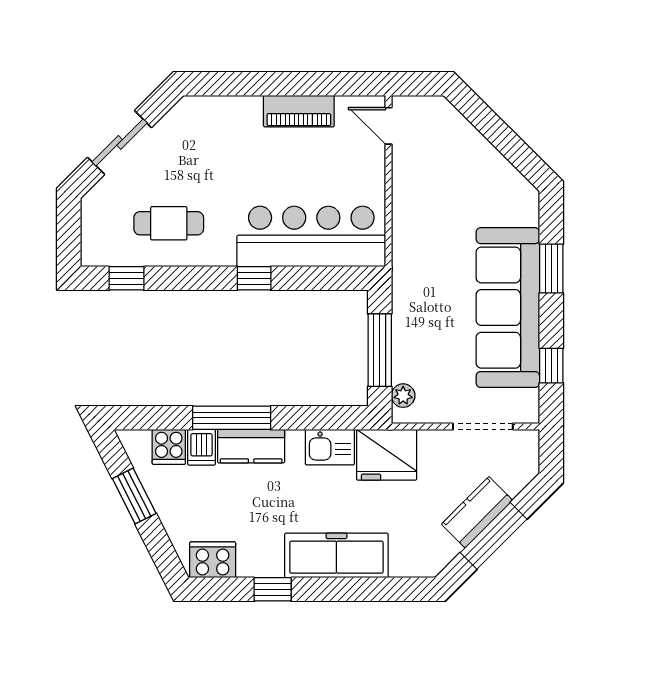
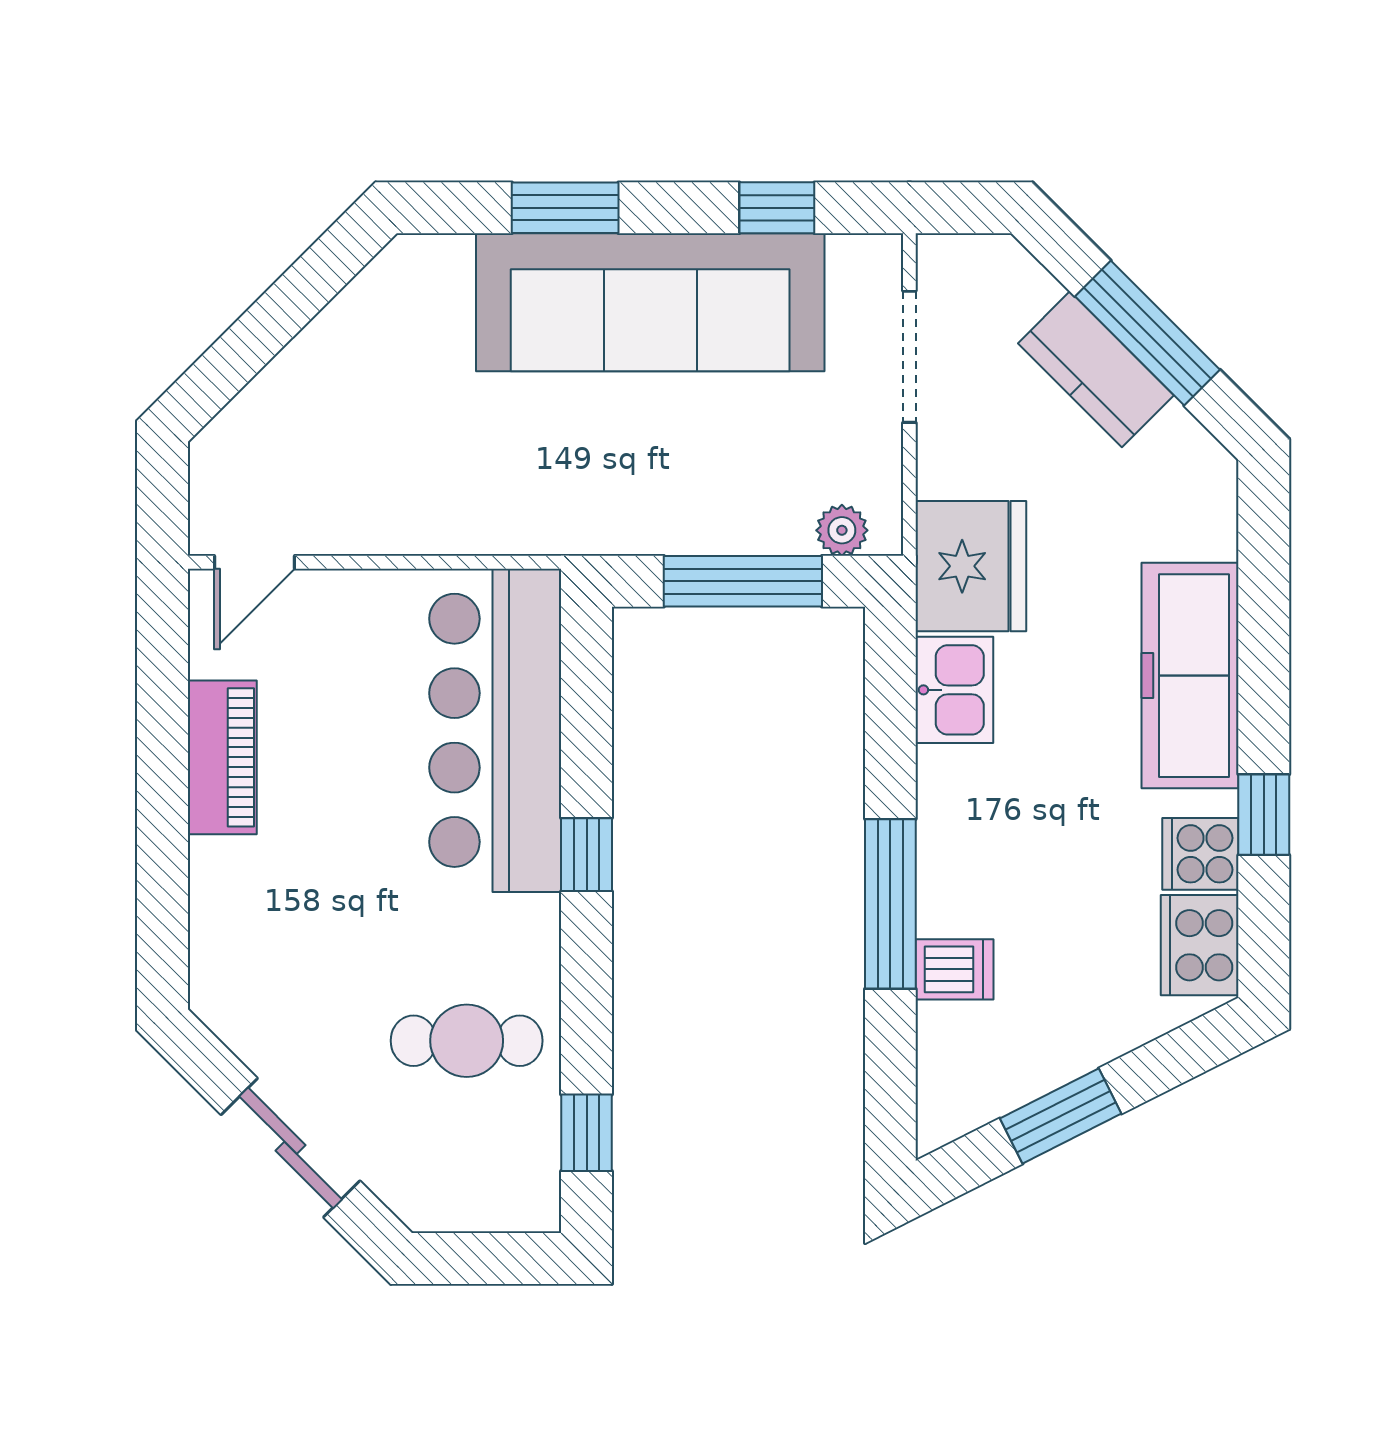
cafe table: (169, 223) -> (467, 1041), turned 90
kitchen counter: (251, 446) -> (952, 861), removed
cooker: (169, 447) -> (1200, 854), moved, turned 180

